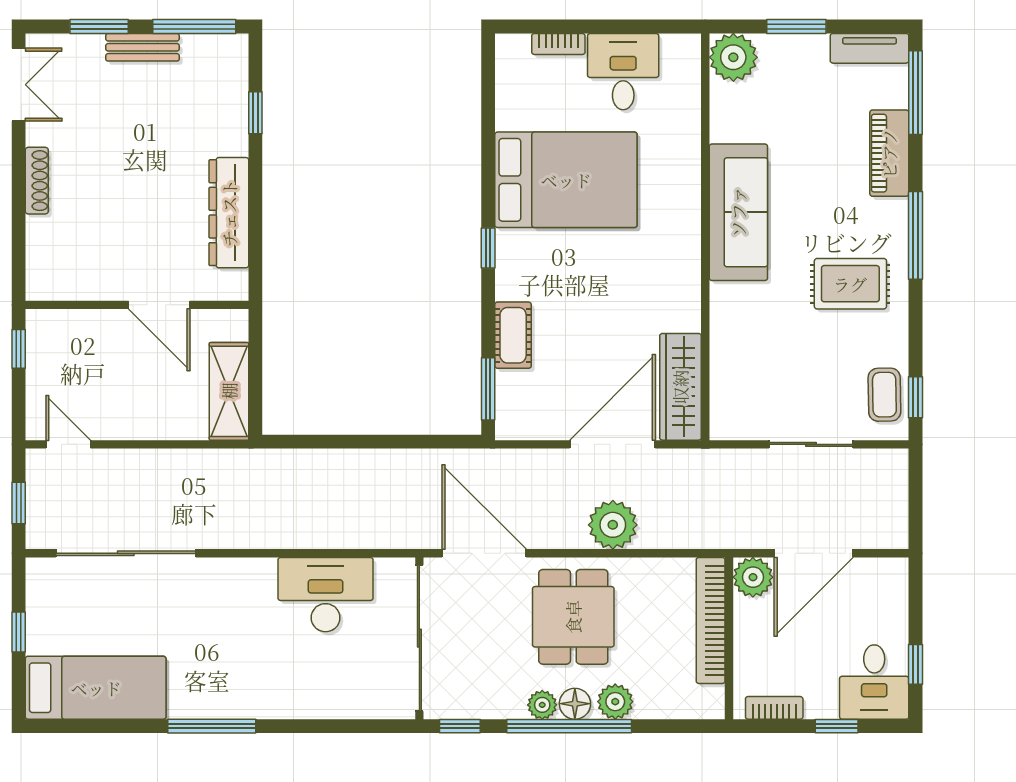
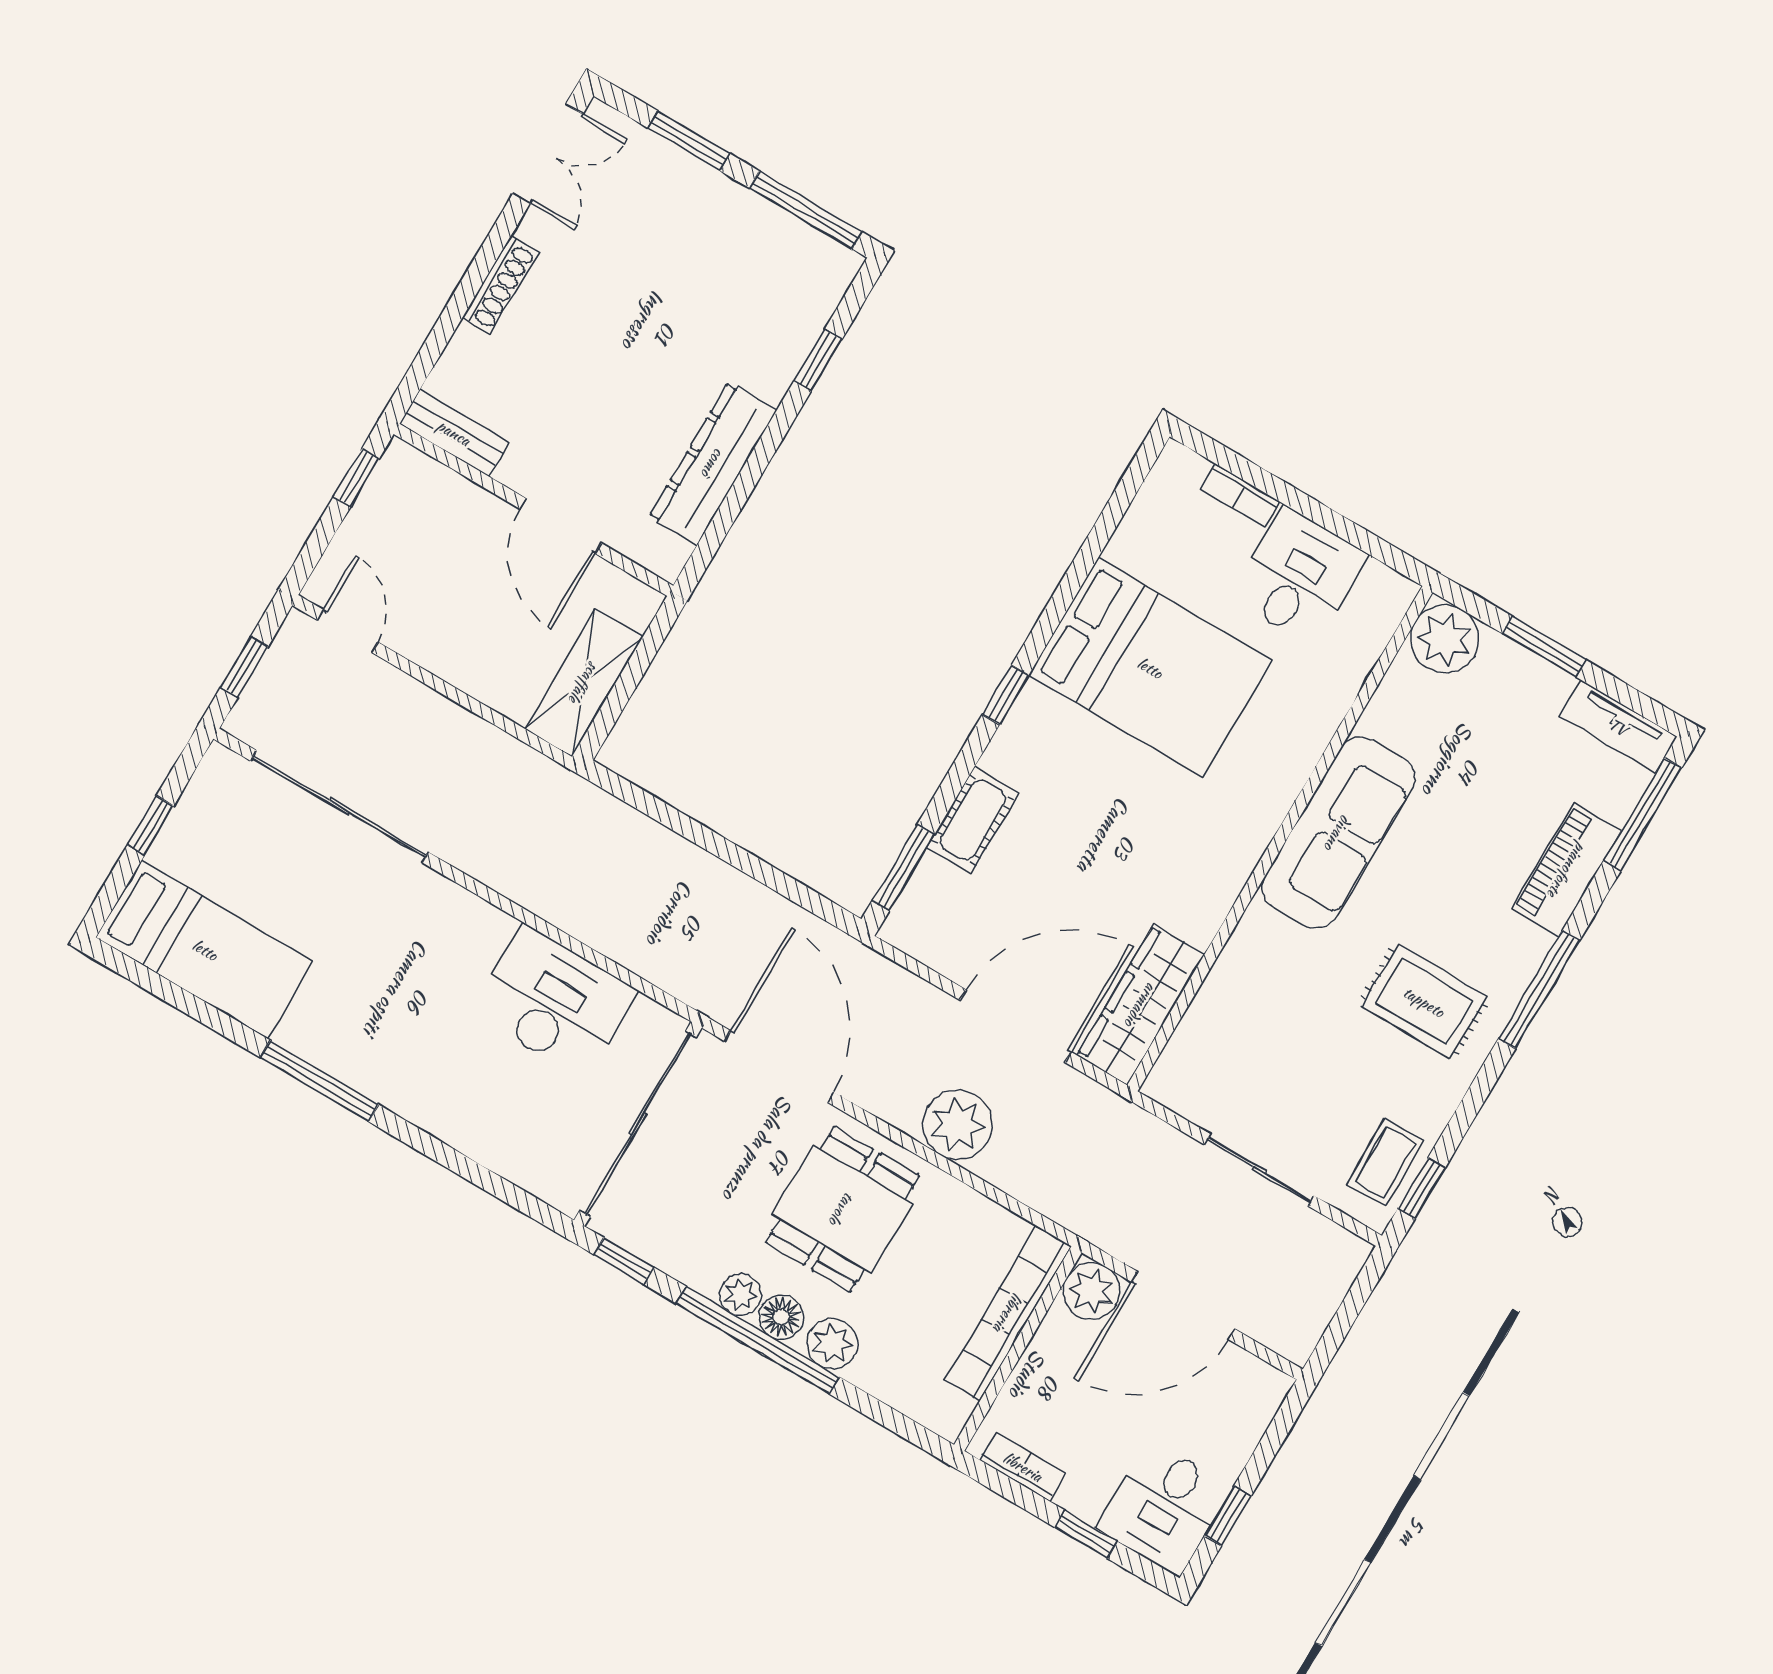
bench: (143, 47) -> (454, 433), moved

